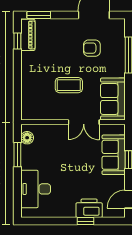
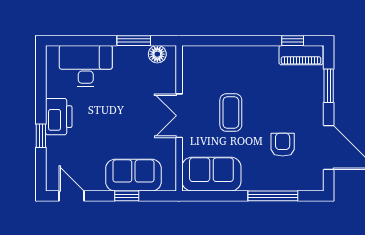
window: (39, 15) -> (329, 86), moved
double door: (84, 122) -> (179, 116), moved
printer: (89, 208) -> (59, 117), moved

